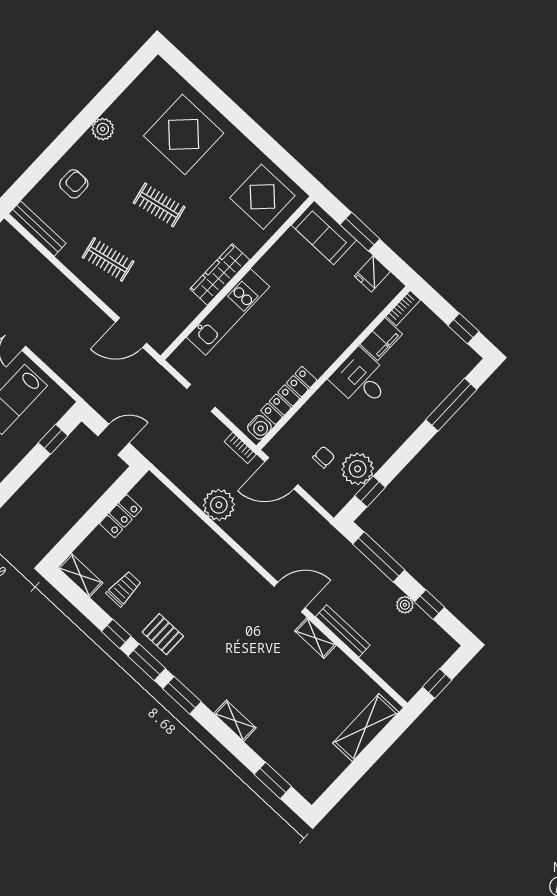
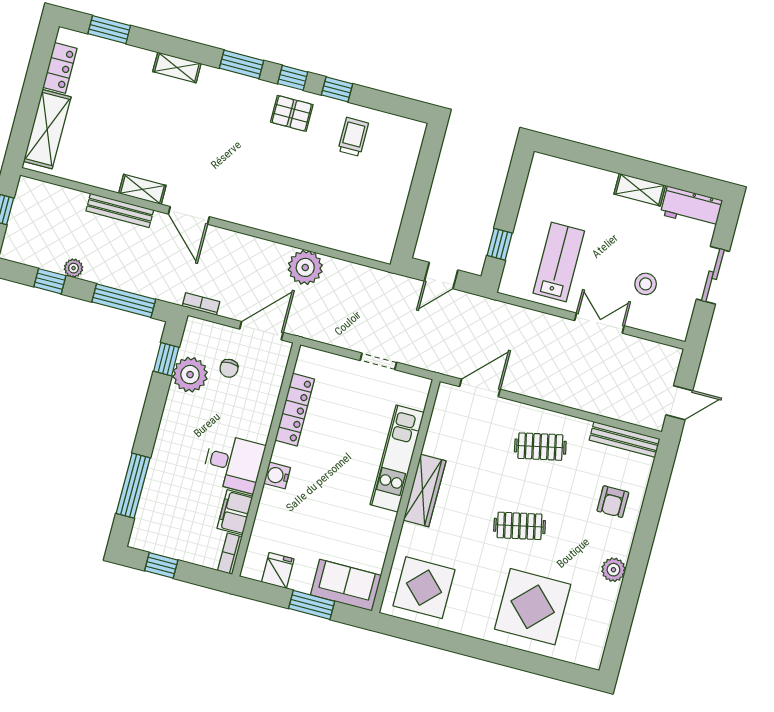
water cooler: (259, 427) -> (277, 475), moved
bookcase: (240, 448) -> (201, 304), moved
locker: (121, 516) -> (60, 68), moved, turned 180
shelving: (80, 575) -> (402, 127), removed
trolley: (124, 589) -> (353, 137), turned 180
door: (290, 597) -> (189, 215), hinge flipped
window: (147, 662) -> (293, 78), width x0.67

